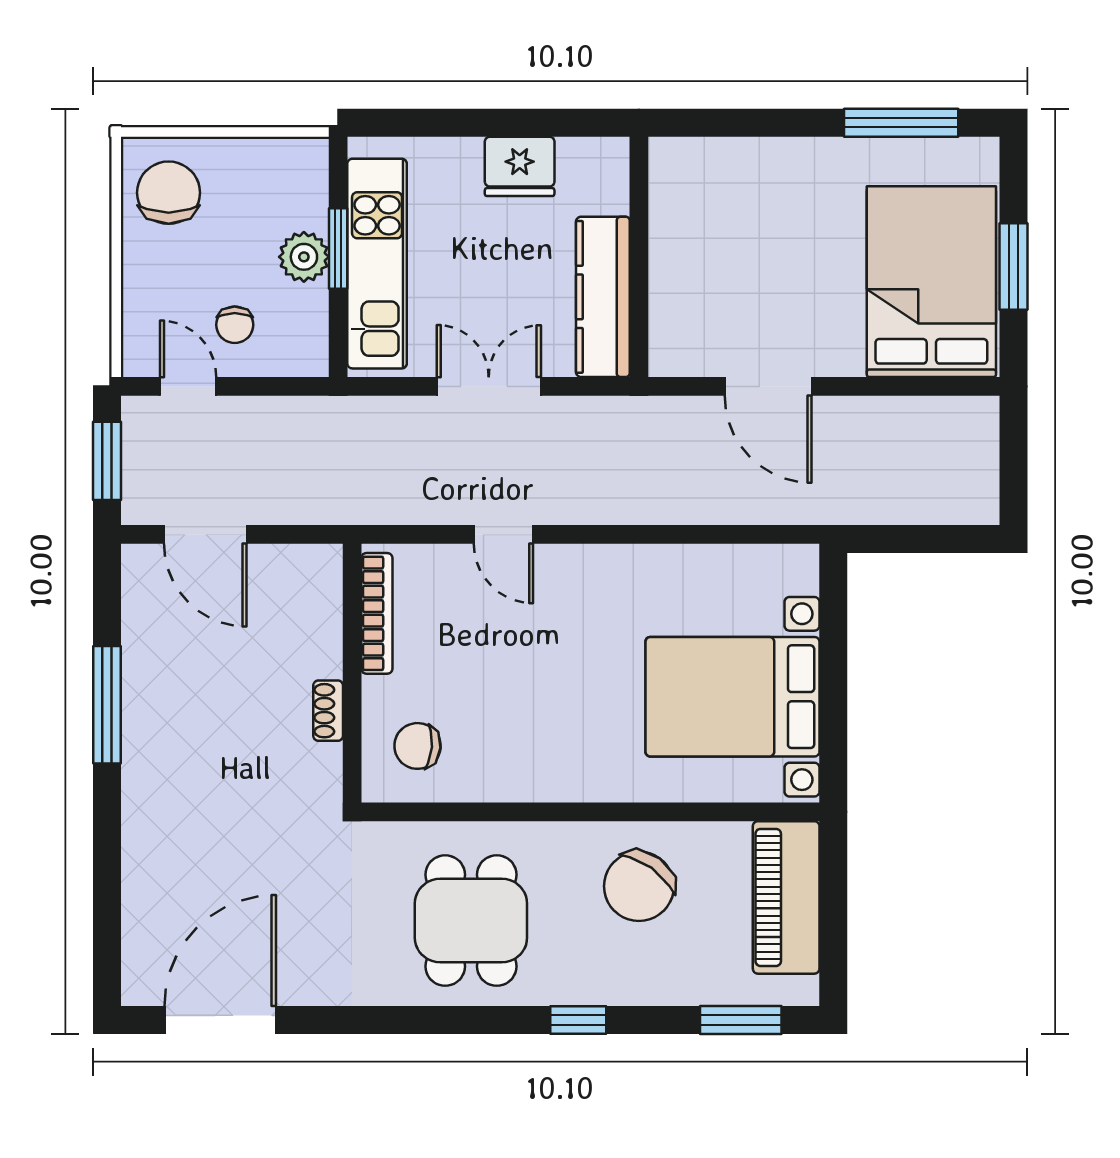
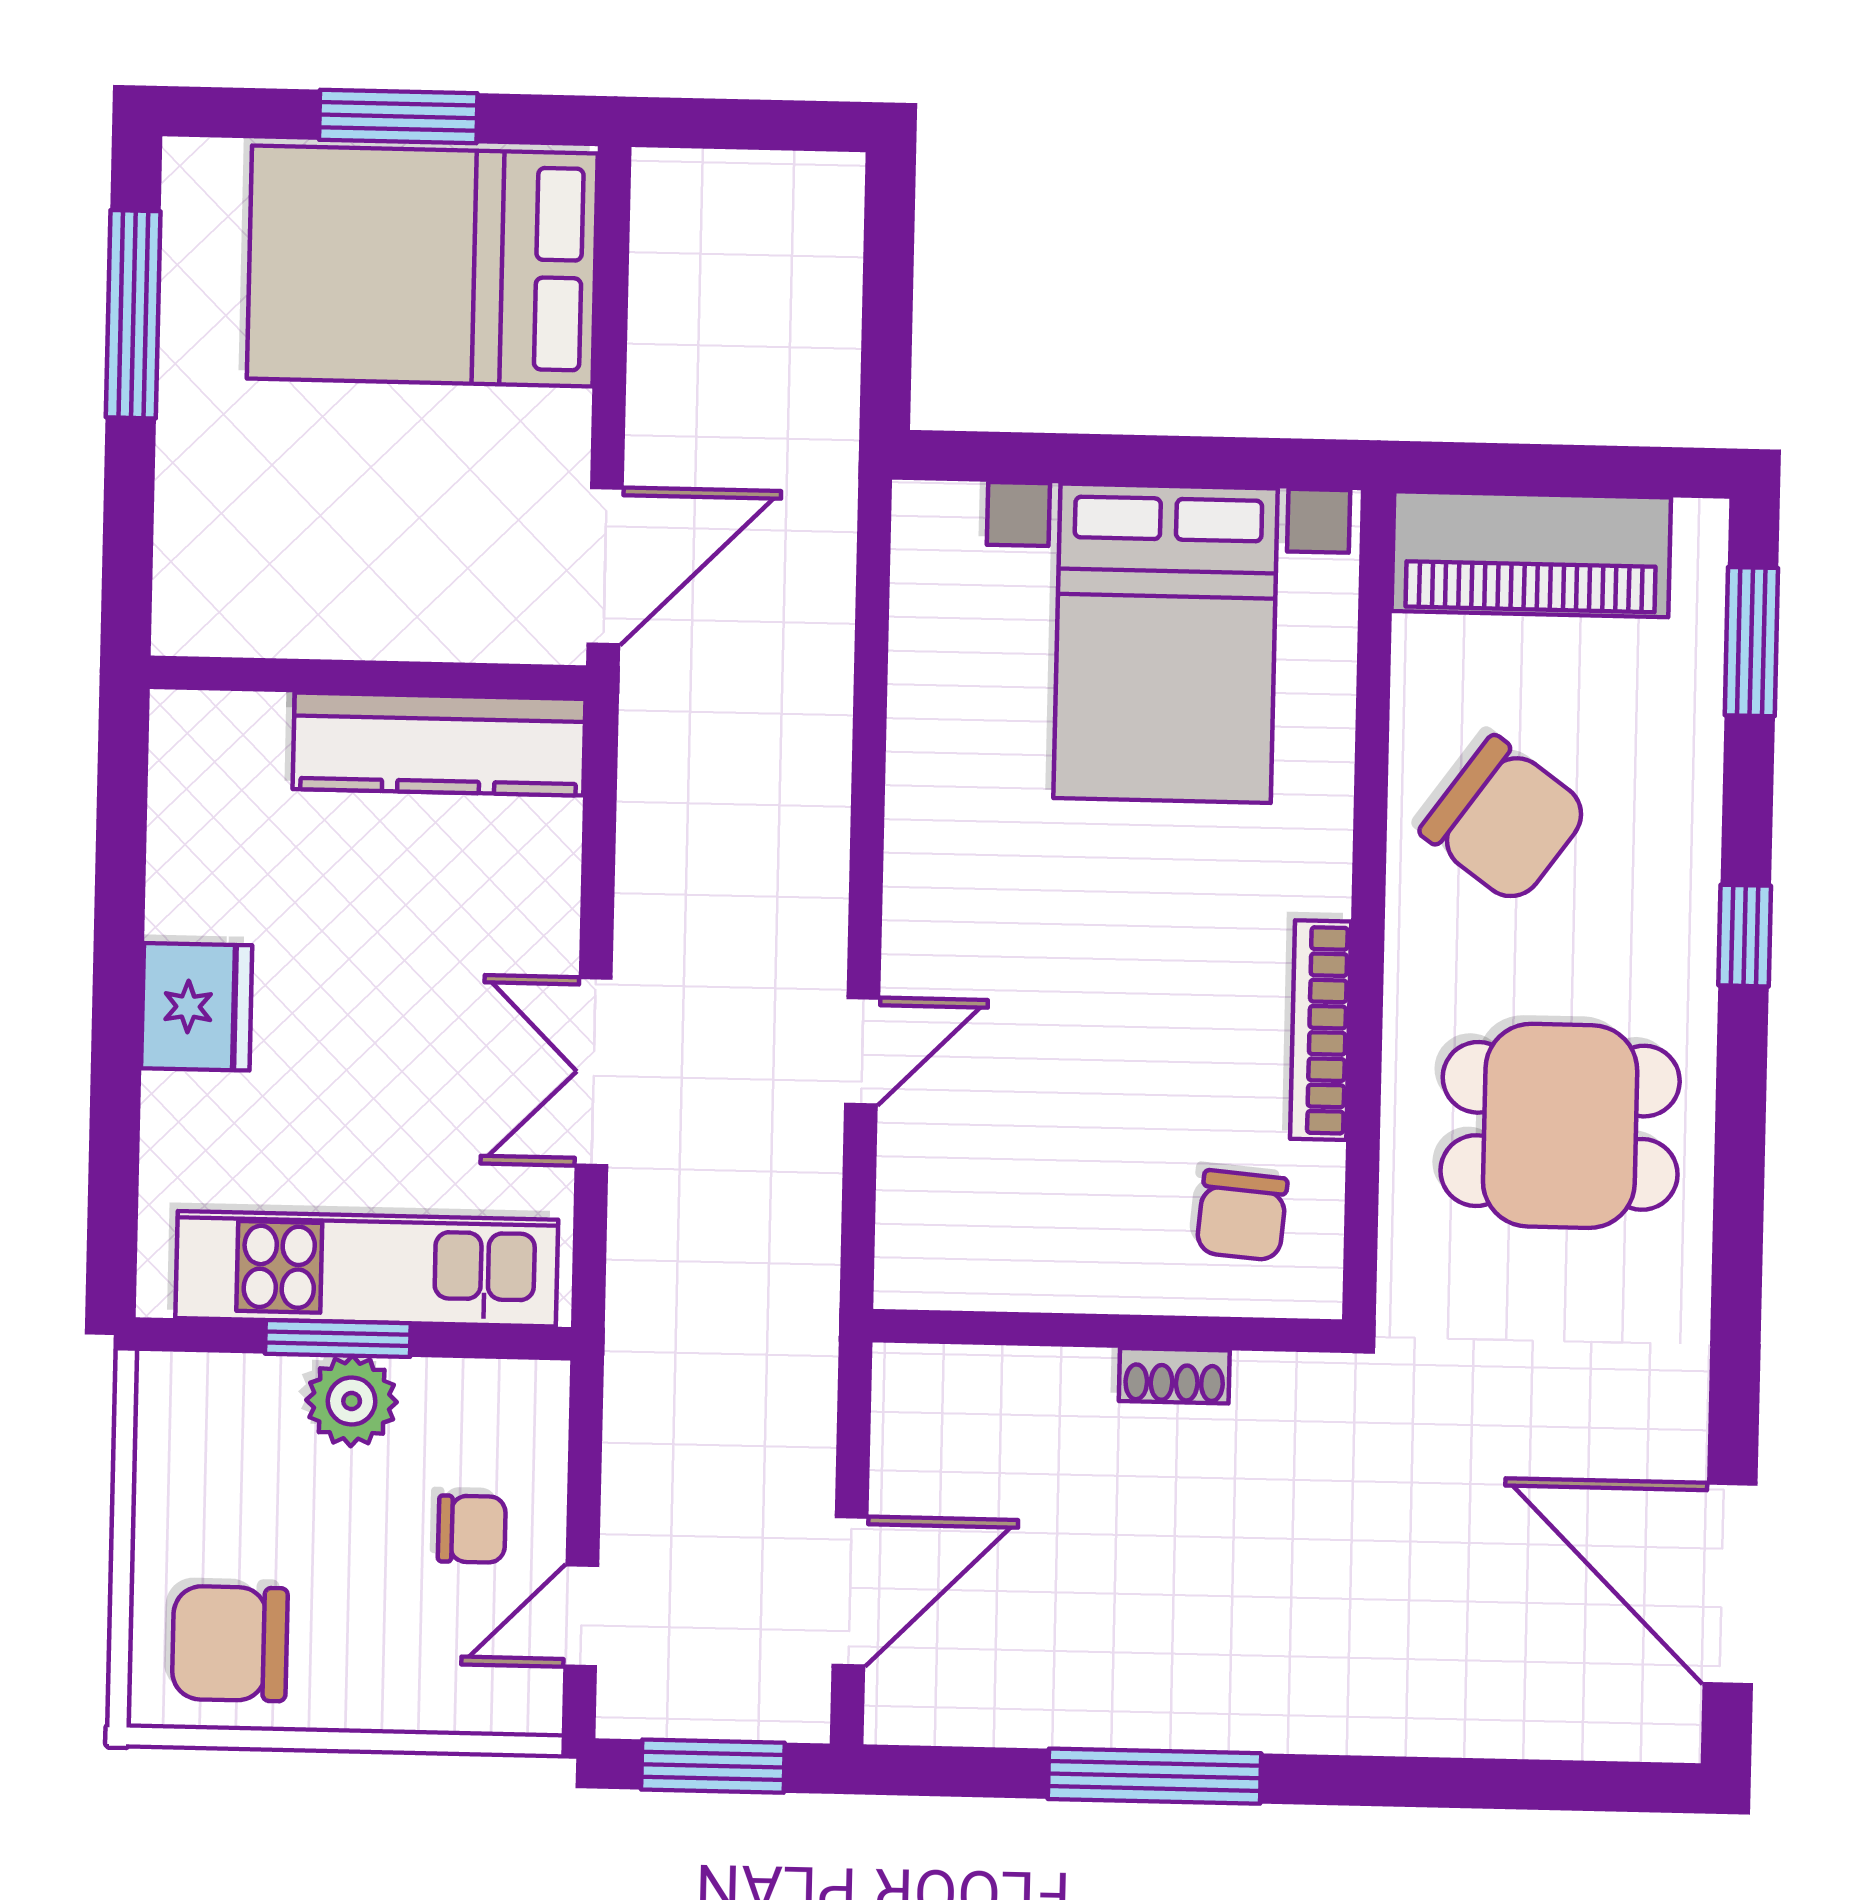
wall: (639, 257) -> (368, 677), moved
kitchen counter: (603, 297) -> (439, 744), moved
bookcase: (377, 613) -> (1321, 1030), moved, turned -90

